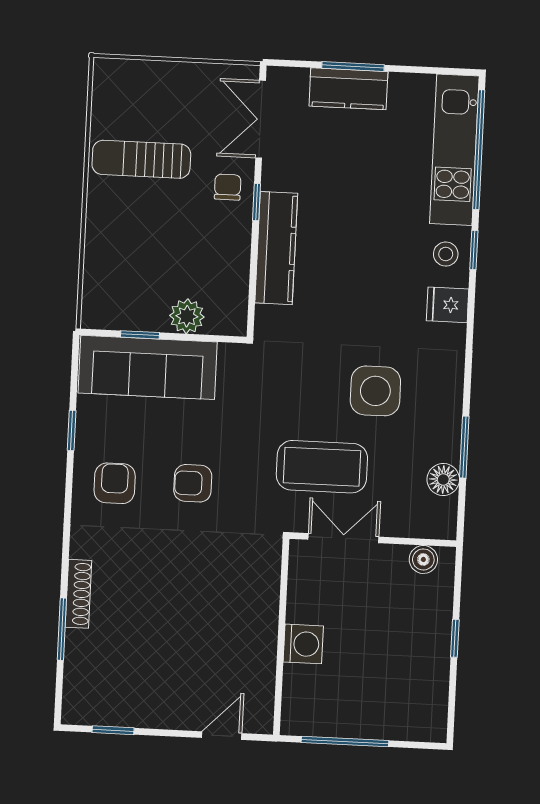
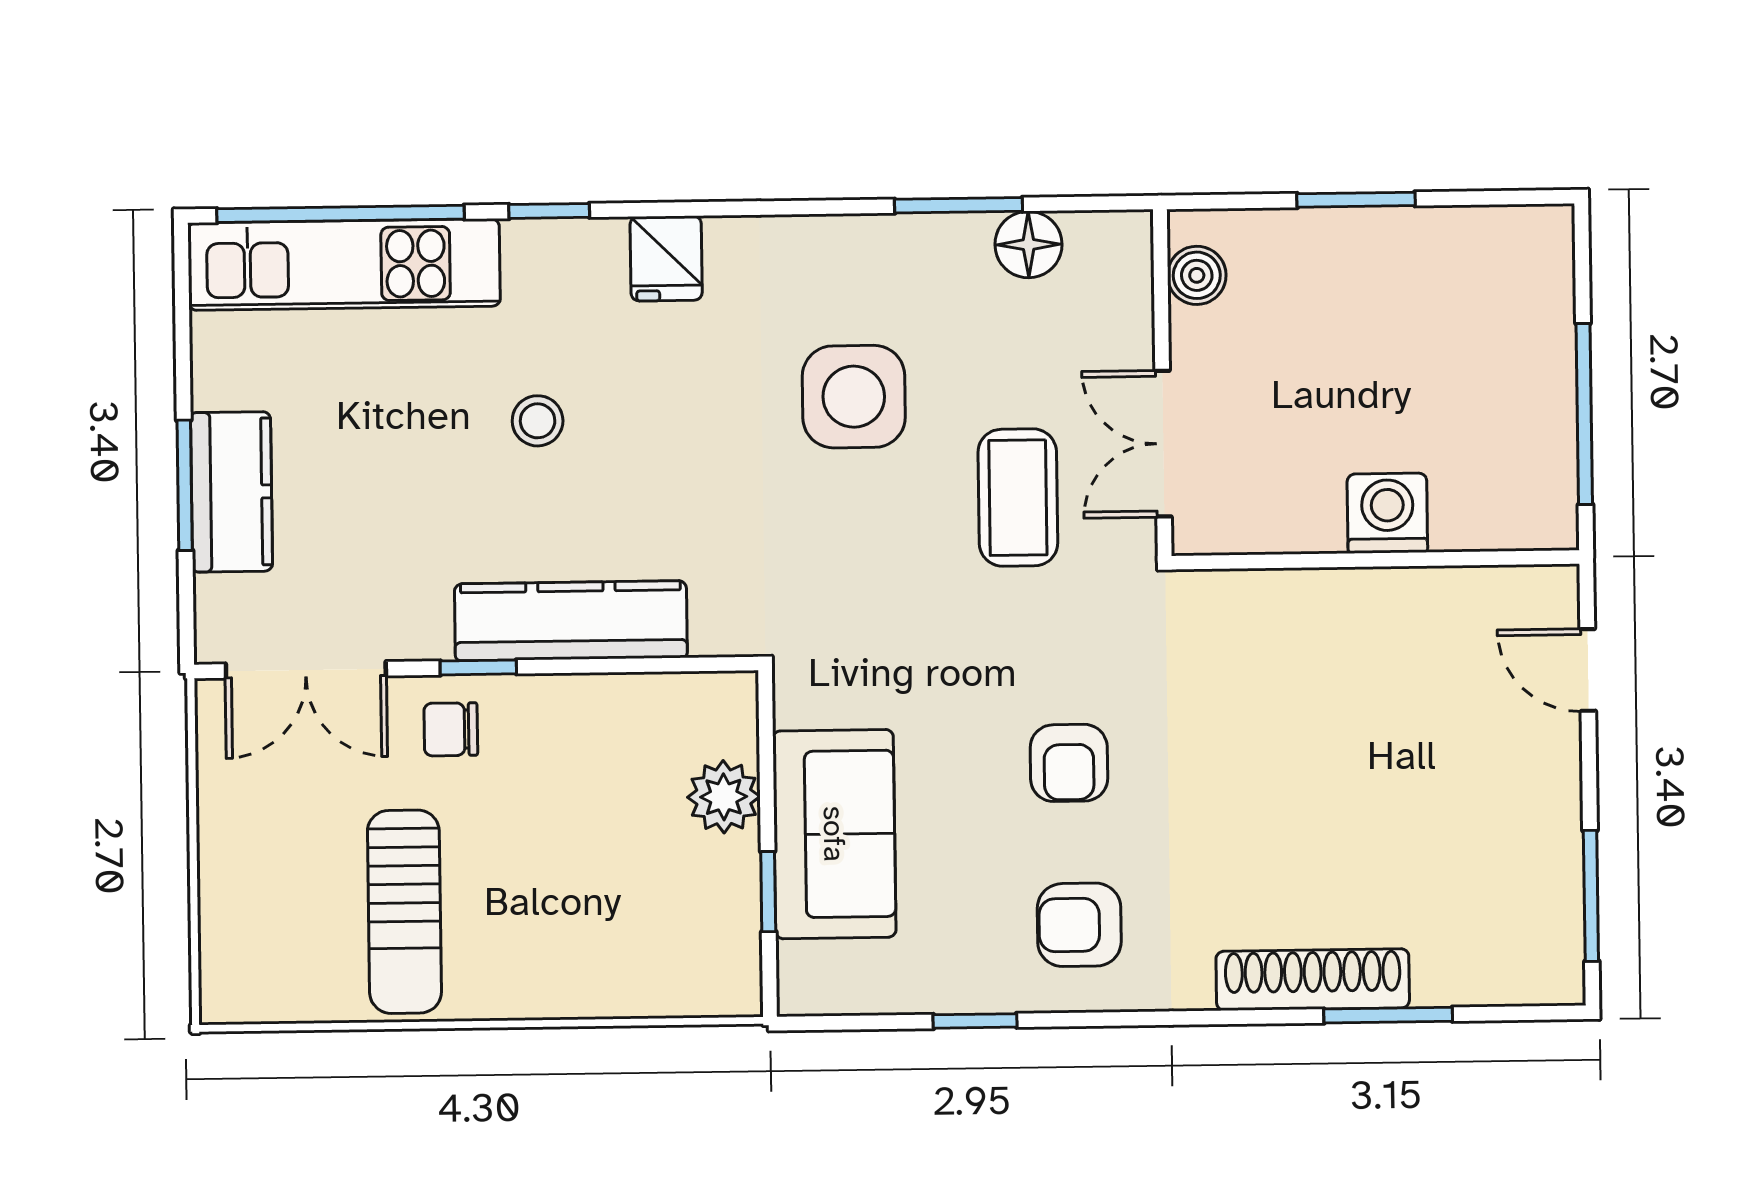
stool: (446, 254) -> (538, 421), moved
sofa: (148, 367) -> (834, 834), width x0.73
coffee table: (322, 467) -> (1018, 498), width x0.73, depth x0.76
shoe rack: (78, 594) -> (1313, 980), width x1.36, depth x1.24
window: (455, 638) -> (1356, 200), width x1.50
window: (113, 730) -> (1591, 896), width x1.50

